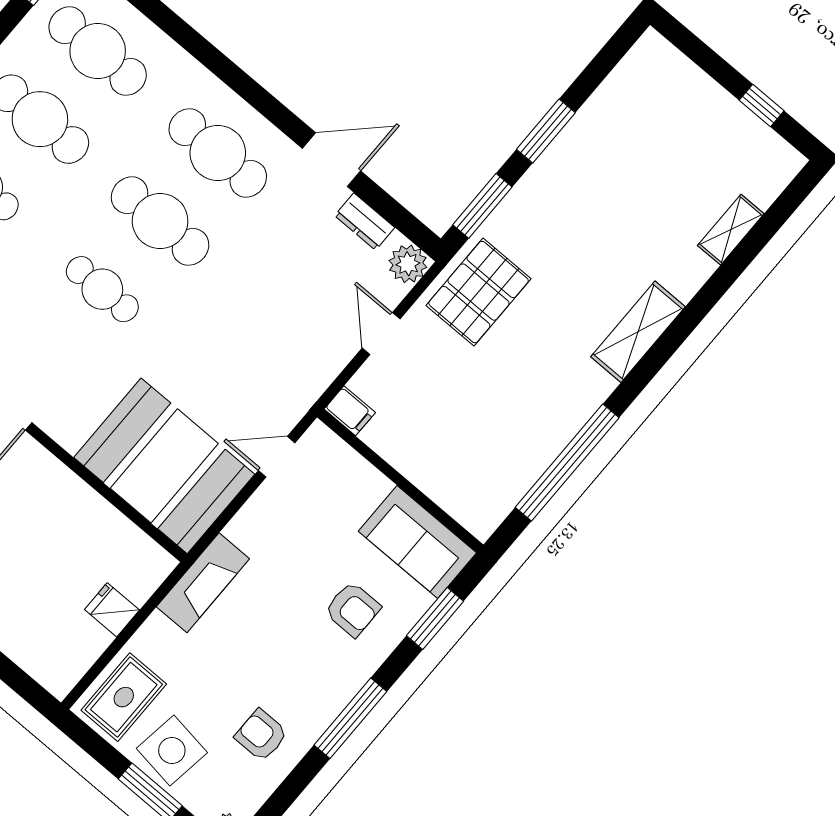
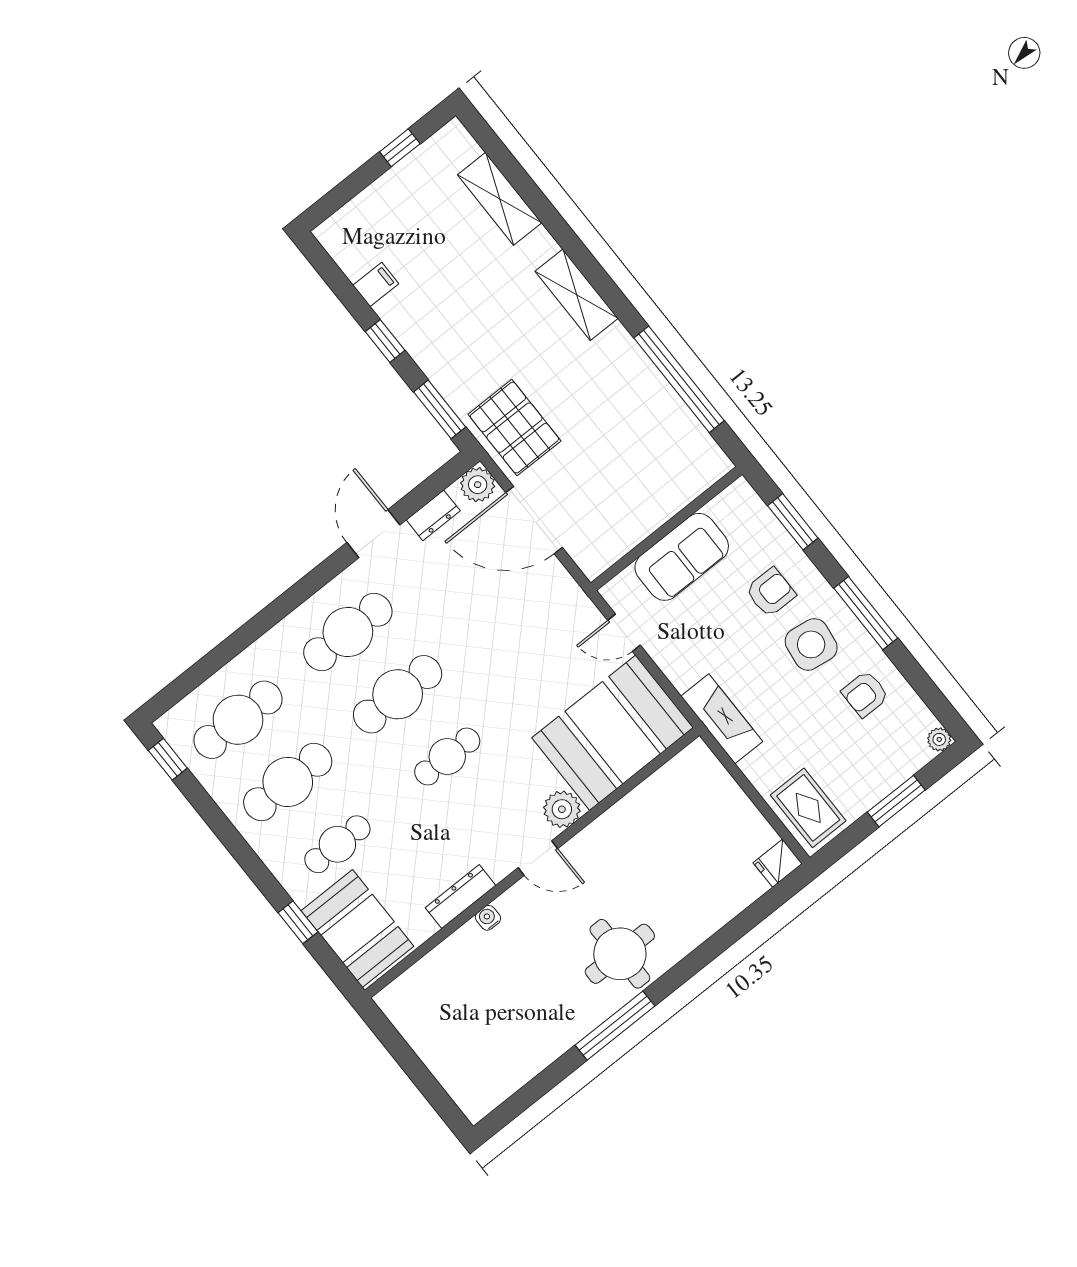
window: (546, 131) -> (385, 341), width x0.67
shelving: (731, 230) -> (500, 199), width x1.50, depth x1.33
door: (381, 334) -> (534, 520), width x1.88
filing cabinet: (350, 411) -> (376, 285), moved
plant: (69, 427) -> (562, 809), added
door: (277, 457) -> (624, 633), hinge flipped
sofa: (417, 542) -> (682, 557), moved
fridge: (112, 610) -> (778, 863), moved
side table: (172, 750) -> (811, 644), moved

